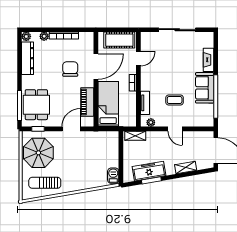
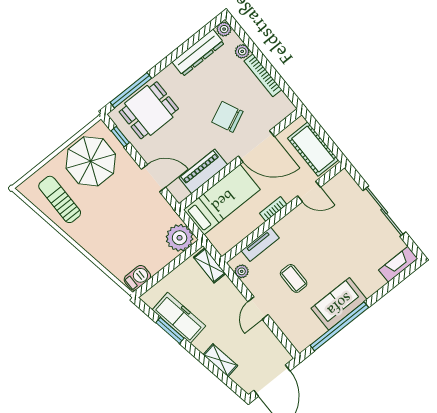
fireplace: (208, 60) -> (398, 264), moved
chair: (70, 69) -> (227, 117), turned -115
plant: (110, 140) -> (180, 238), added

